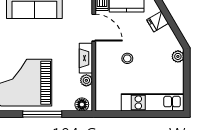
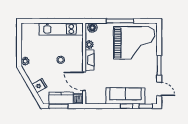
kitchen unit: (153, 102) -> (61, 29), moved

